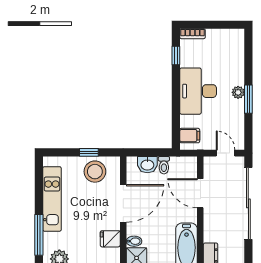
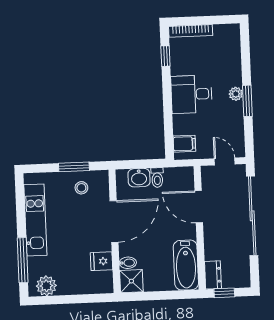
bookcase: (192, 34) -> (191, 31), width x1.56
desk: (198, 91) -> (192, 94), width x0.73
window: (89, 152) -> (74, 167), width x1.50
stool: (95, 172) -> (81, 188), width x0.53, depth x0.53

